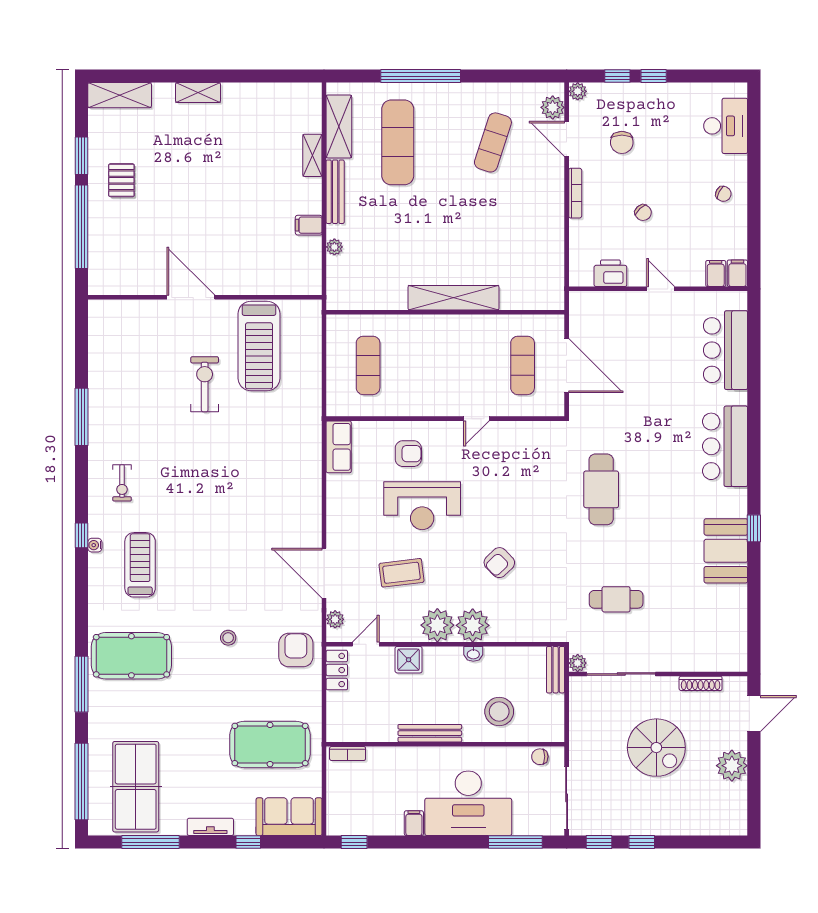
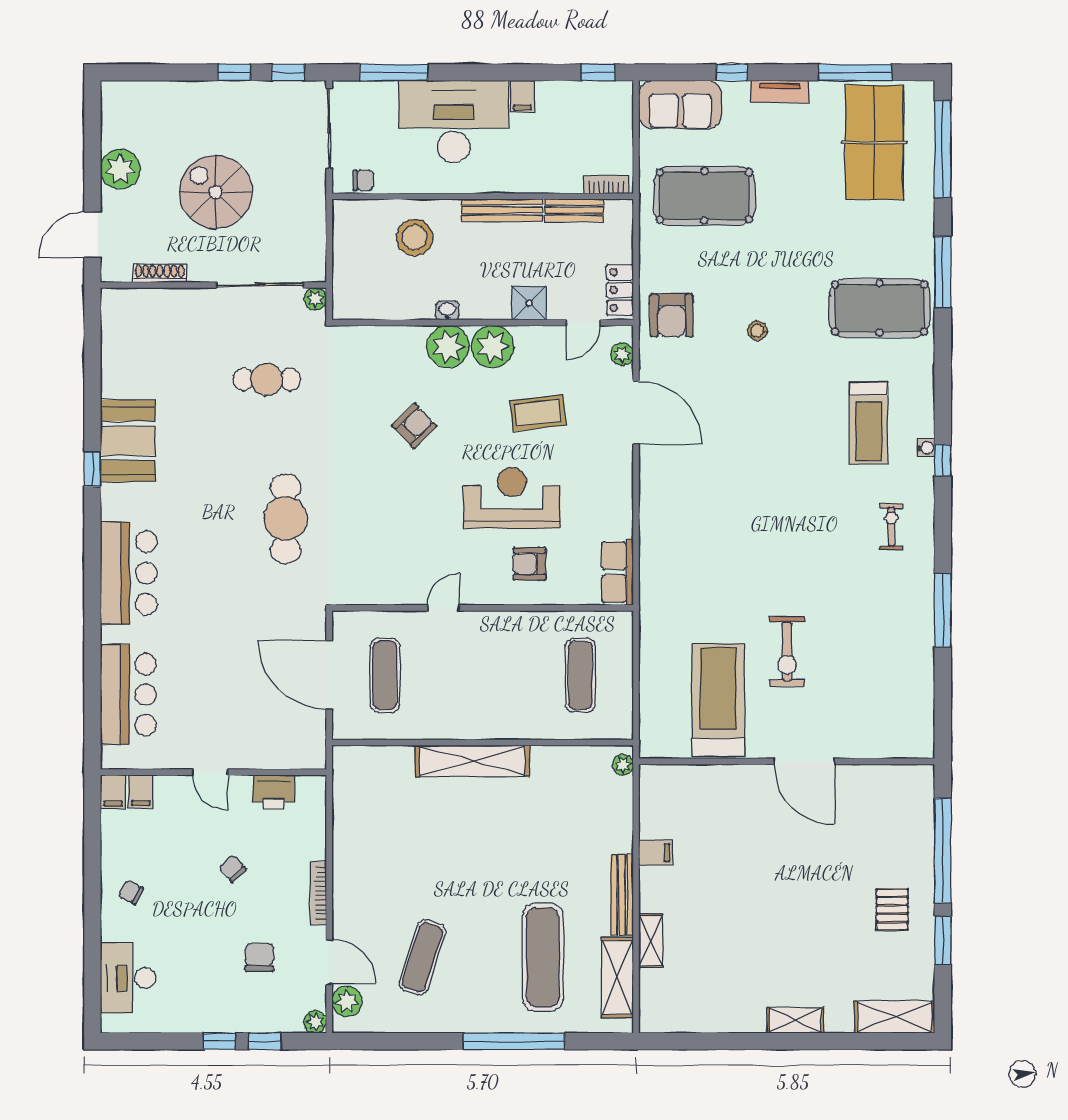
plant: (334, 247) -> (623, 765), moved
bench: (556, 670) -> (574, 210), moved, turned 90

